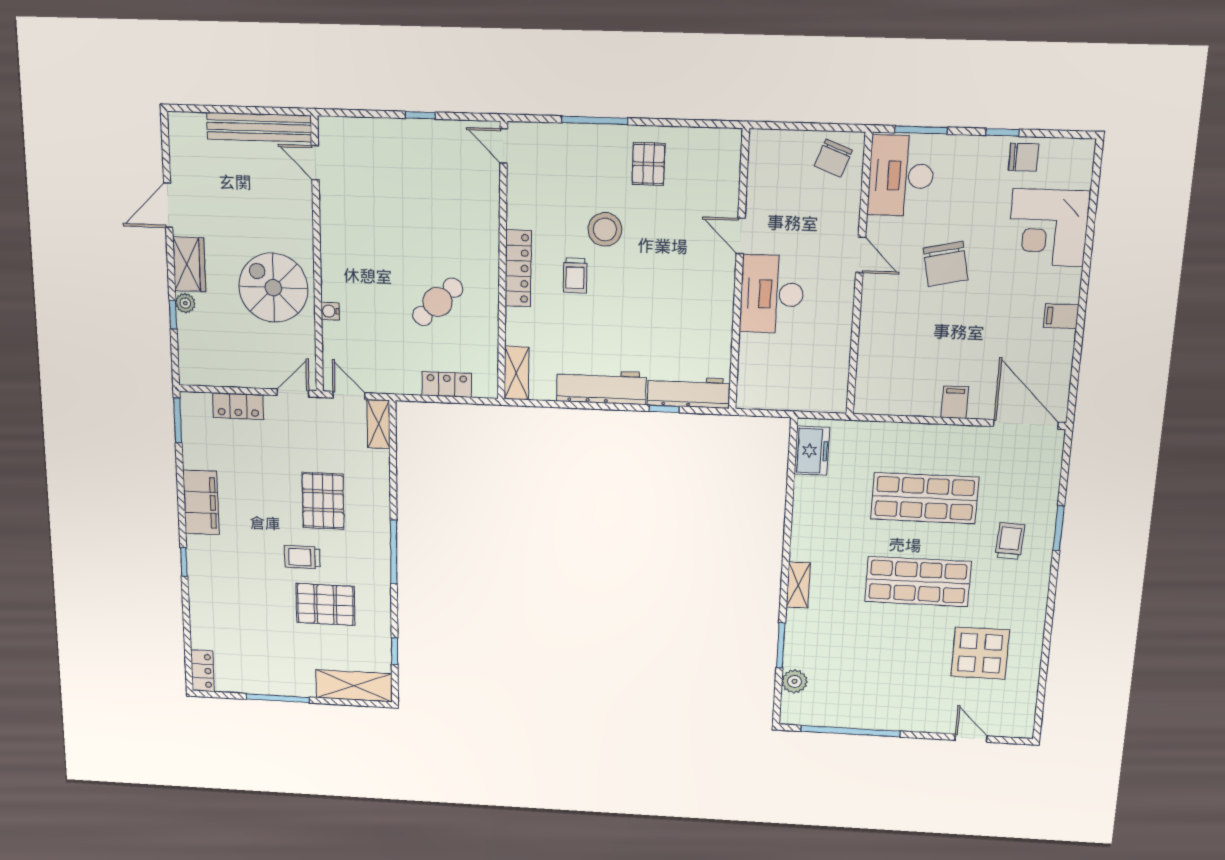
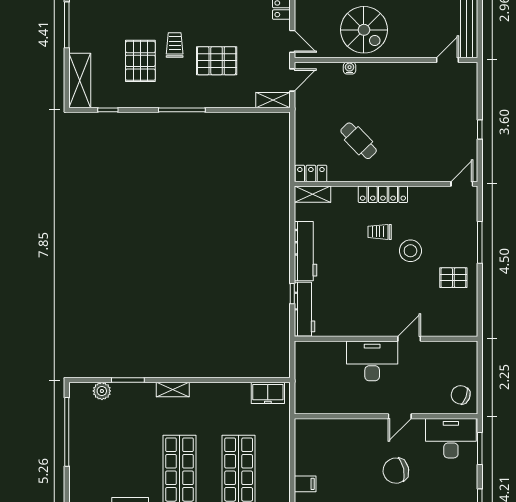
spiral stairs: (273, 288) -> (364, 30), turned 90
locker: (447, 384) -> (311, 173), moved, turned -90

